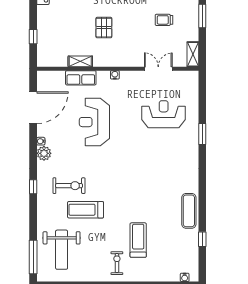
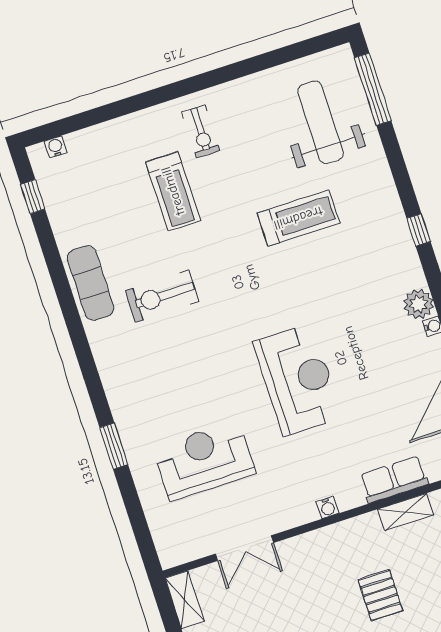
reception desk: (164, 114) -> (204, 460), turned 180
reception desk: (94, 122) -> (298, 380), moved
exercise bike: (69, 186) -> (162, 296), moved
window: (202, 239) -> (33, 197), moved

